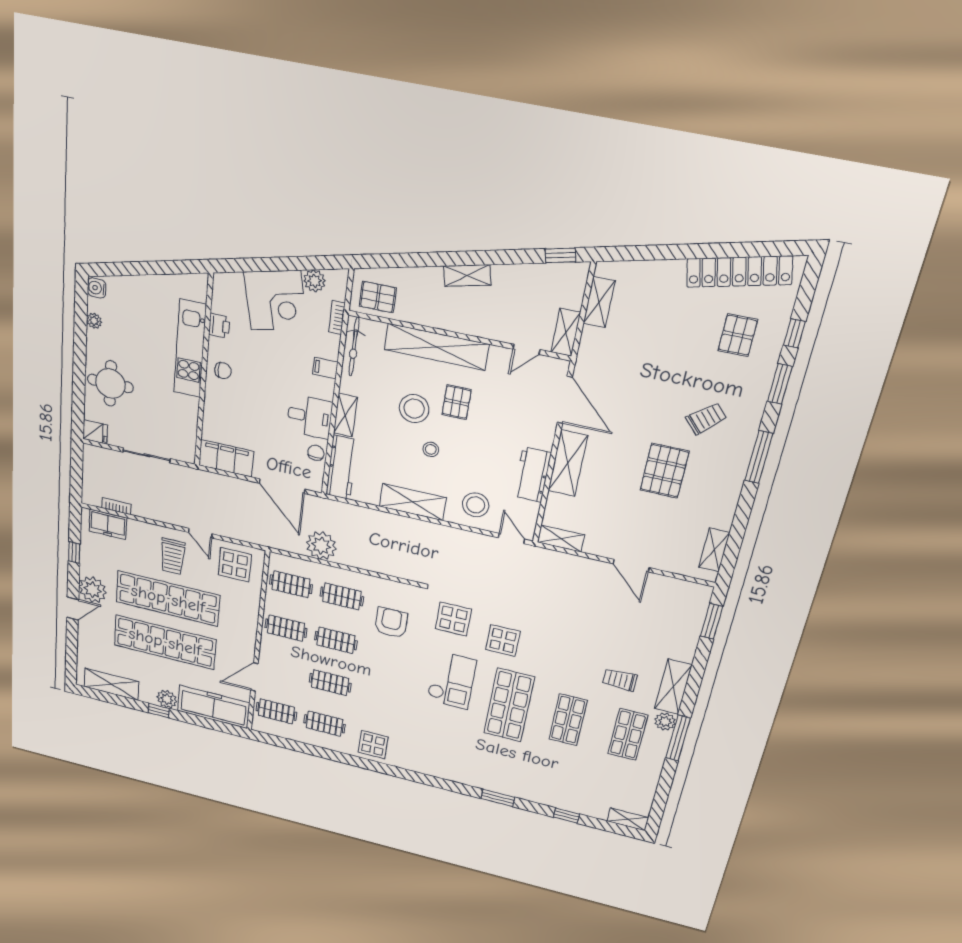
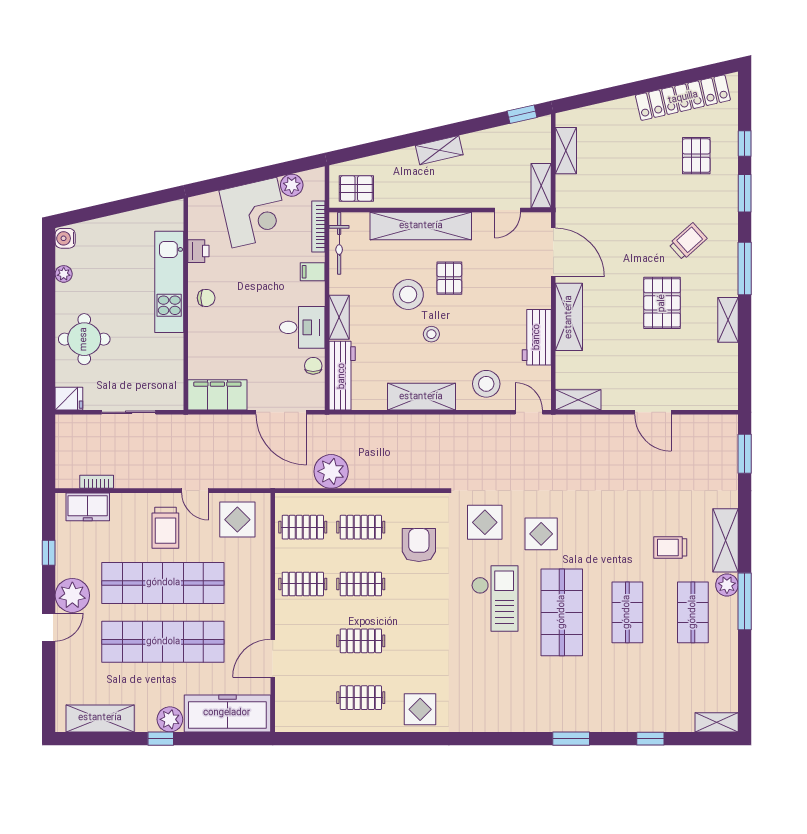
bookcase: (337, 318) -> (318, 227), width x1.56
shelving: (714, 550) -> (728, 320), moved
clothes rail: (276, 711) -> (303, 698), removed

